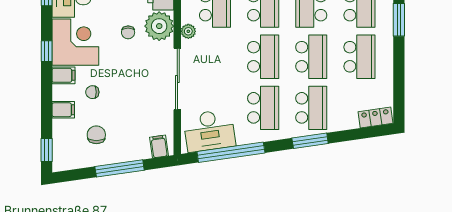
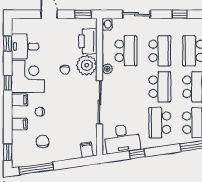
school desk: (263, 108) -> (160, 123), turned 180
window: (231, 152) -> (137, 154), width x0.32
window: (120, 168) -> (36, 168), moved

